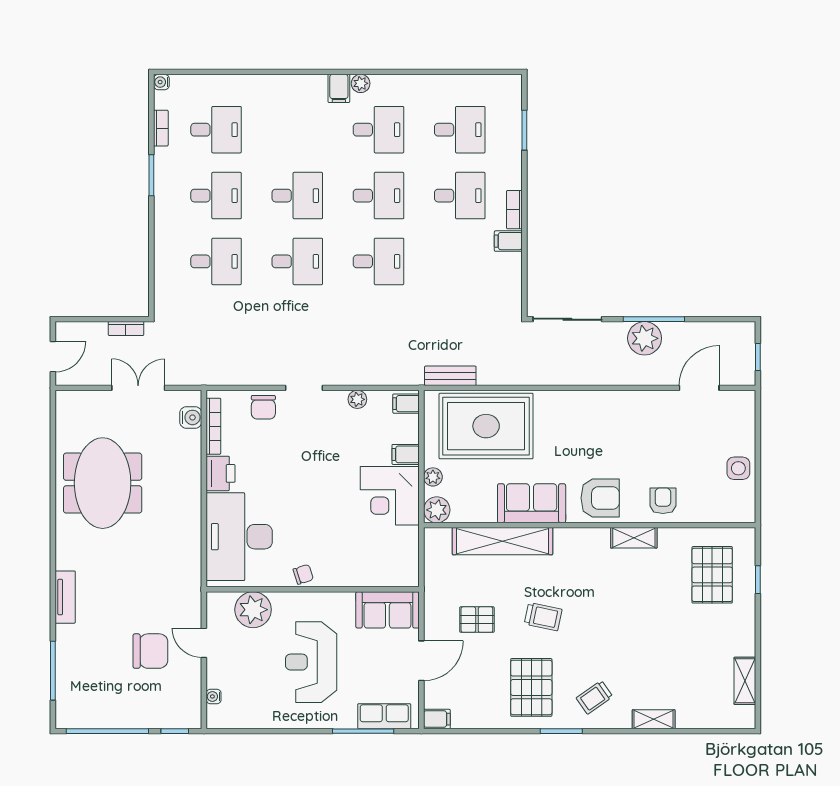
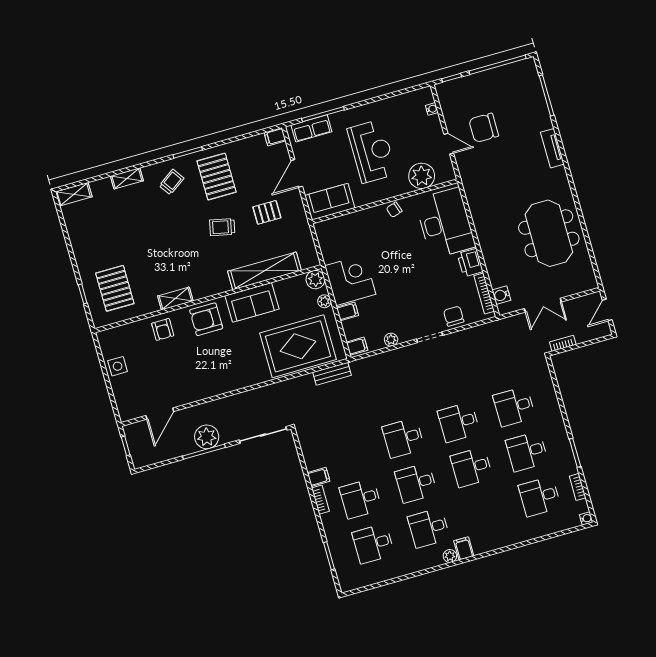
shelving: (745, 681) -> (74, 194), moved, turned 90

